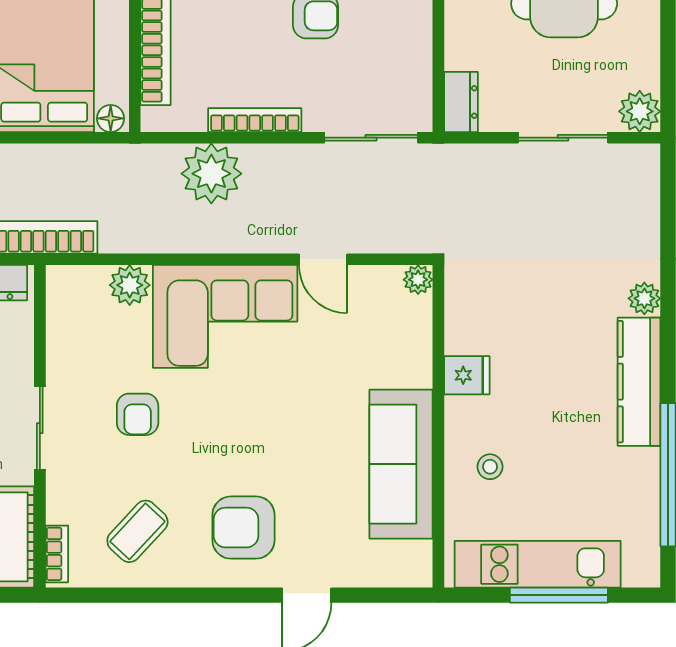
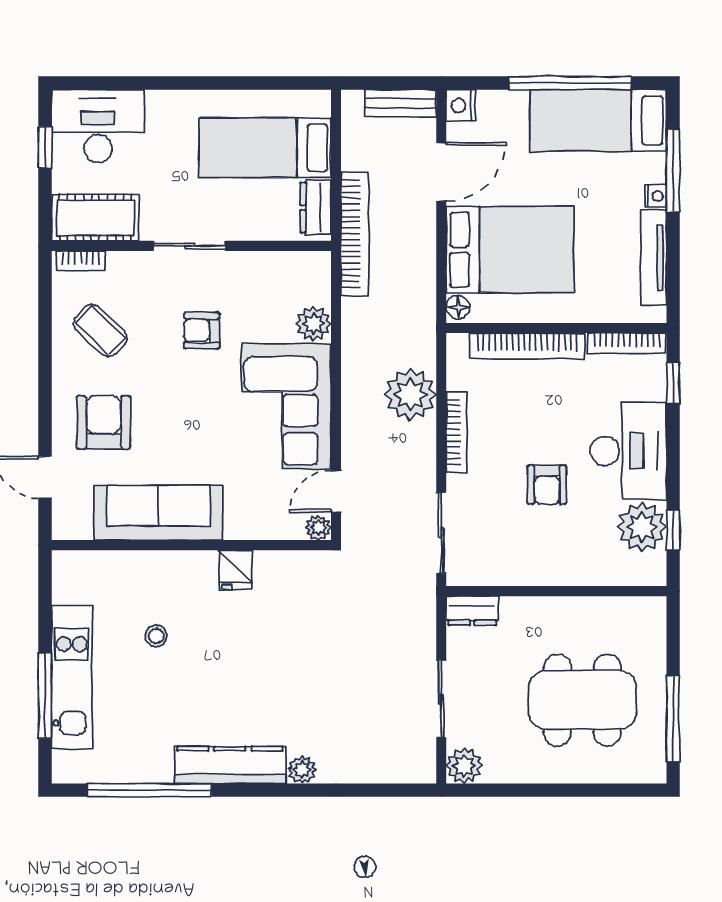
plant: (418, 280) -> (318, 527), moved
fridge: (467, 375) -> (236, 570), moved
wall: (438, 426) -> (191, 545), moved
sofa: (401, 464) -> (158, 513), moved

